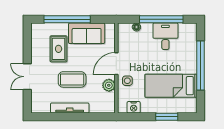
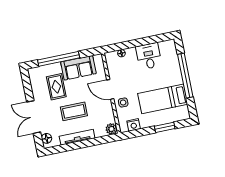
window: (161, 19) -> (142, 42), removed
door: (116, 64) -> (110, 89), hinge flipped
double door: (27, 77) -> (34, 117), width x1.37
plant: (109, 85) -> (111, 129), moved
floor lamp: (36, 103) -> (47, 138), added

